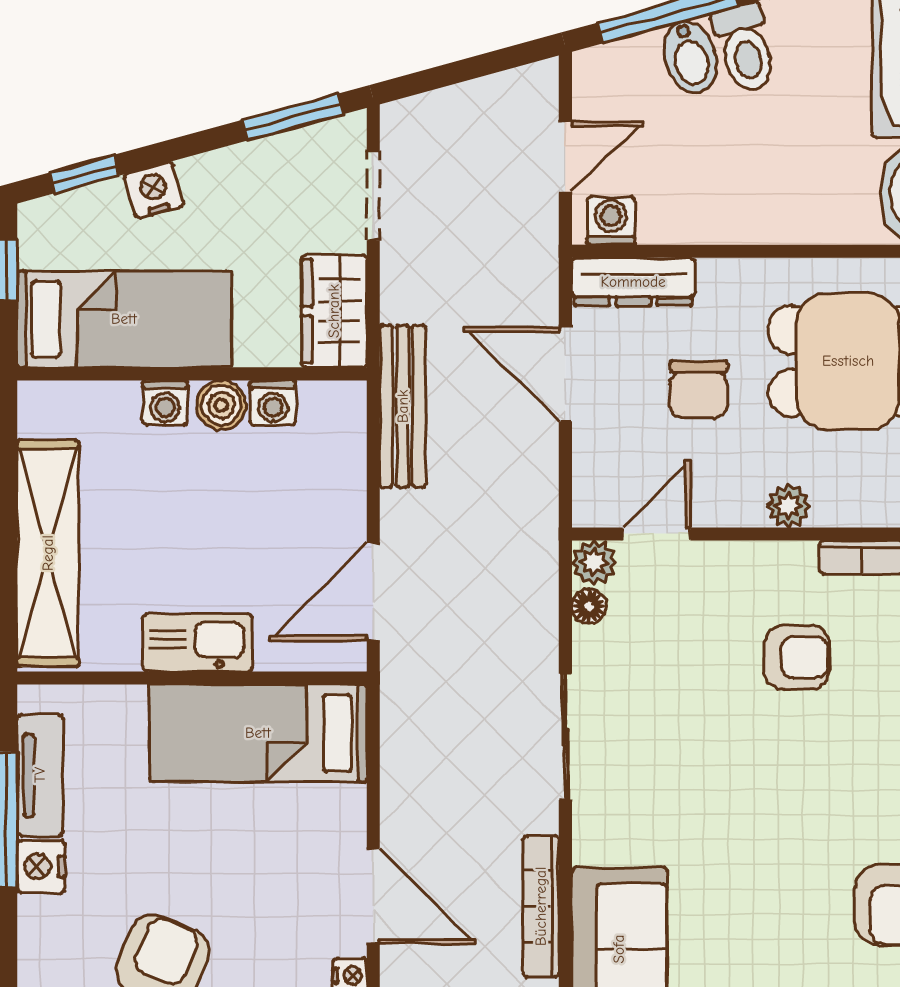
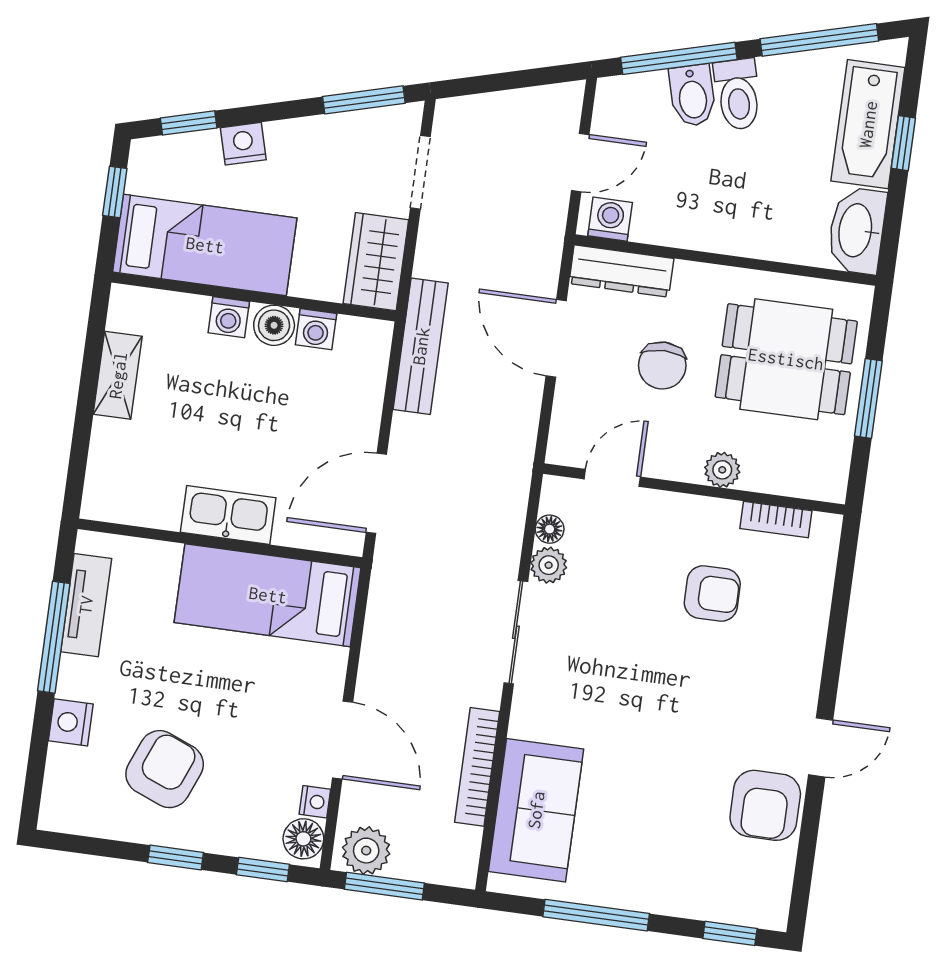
shelving: (48, 553) -> (118, 375), width x0.45, depth x0.75
plant: (594, 562) -> (549, 565), moved
nightstand: (41, 866) -> (71, 722), moved

